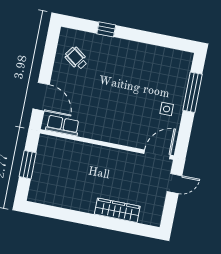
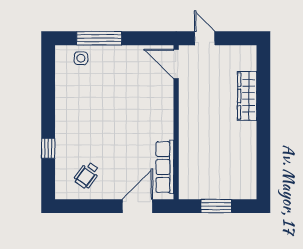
side table: (167, 109) -> (81, 58), moved
row of seats: (63, 126) -> (165, 167), width x1.48

